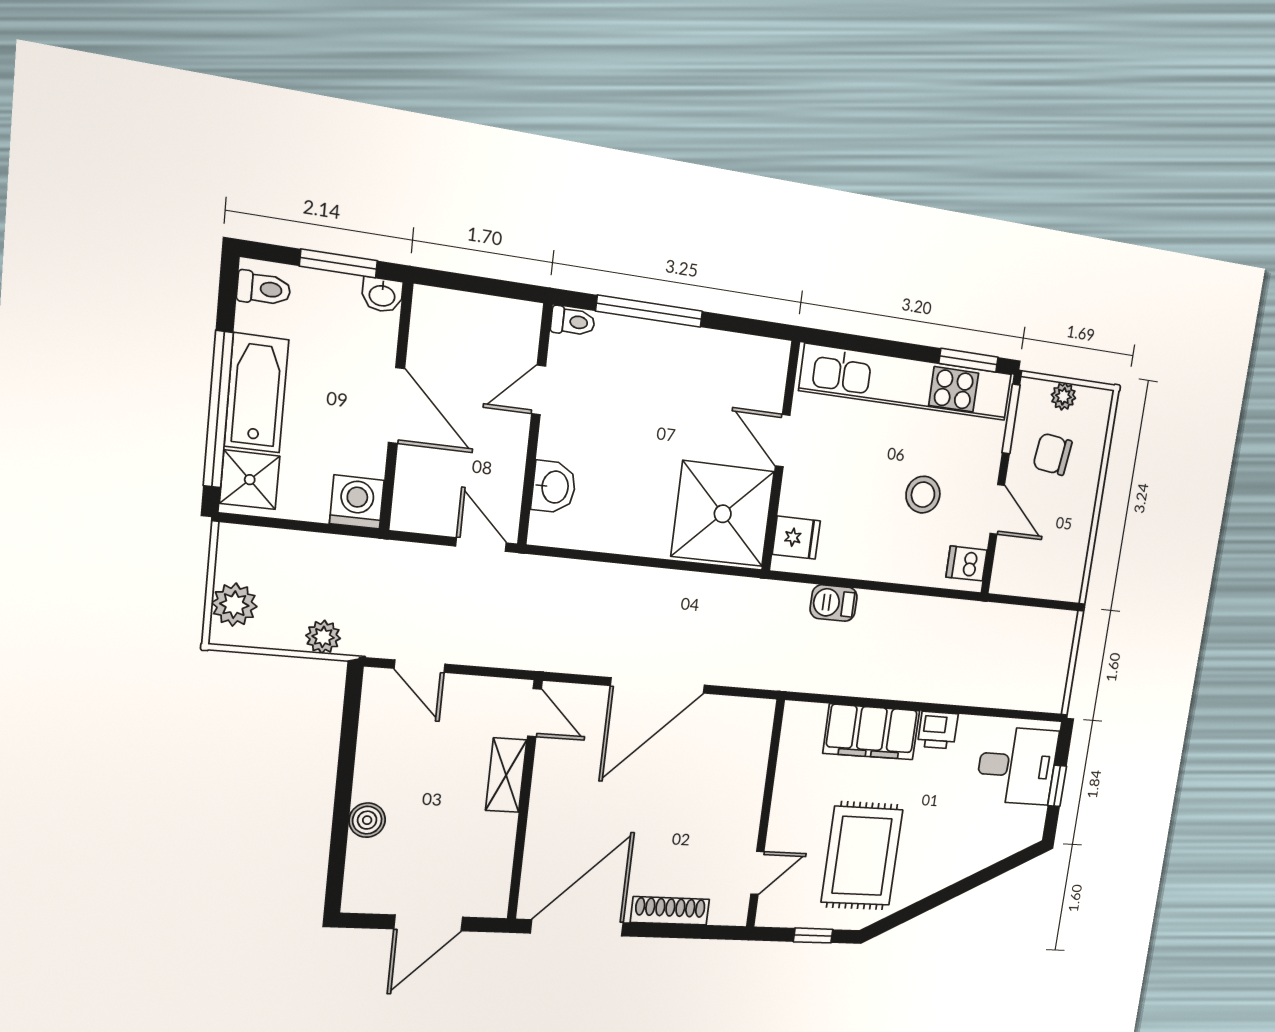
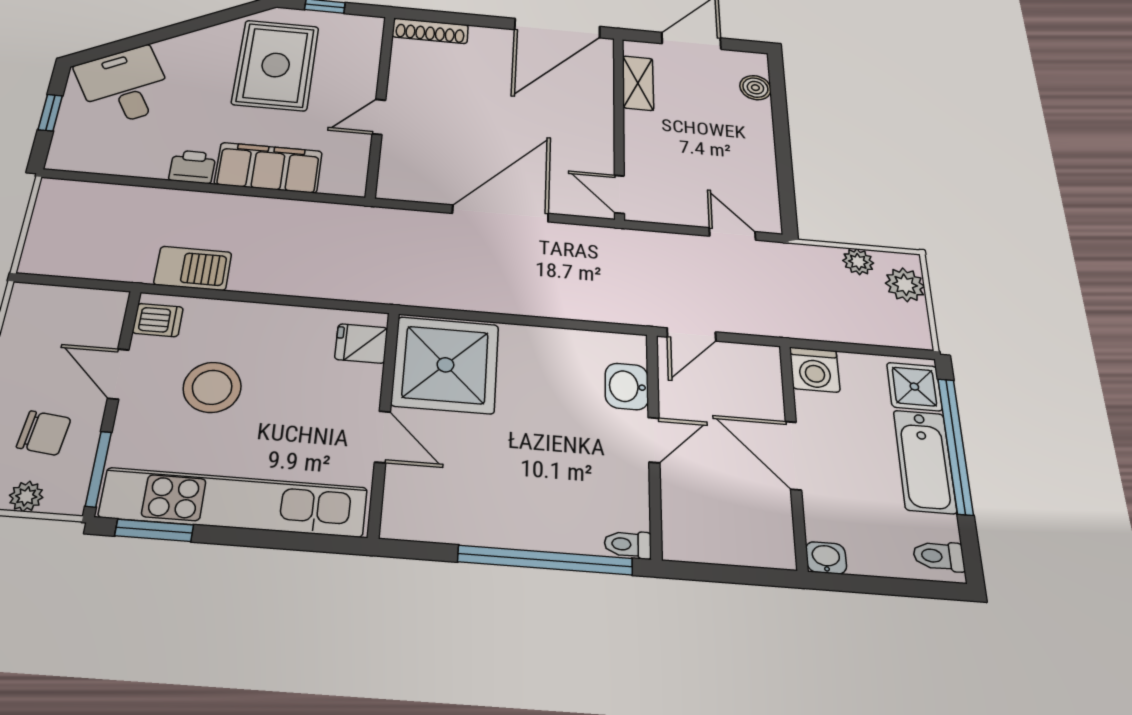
window: (339, 263) -> (874, 585), removed
window: (649, 311) -> (545, 560), width x1.46
door: (539, 390) -> (654, 440), moved
stool: (923, 495) -> (212, 387), width x1.38, depth x1.38
door: (481, 545) -> (692, 335), hinge flipped
barbecue: (834, 603) -> (193, 268), moved, width x1.38, depth x1.27
plant: (323, 637) -> (858, 262), moved
desk: (1017, 766) -> (125, 86), moved, turned 61
shelving: (506, 775) -> (638, 83), moved
boiler: (367, 820) -> (755, 88), moved
door: (757, 873) -> (379, 117), moved
shoe rack: (670, 911) -> (430, 31), moved

